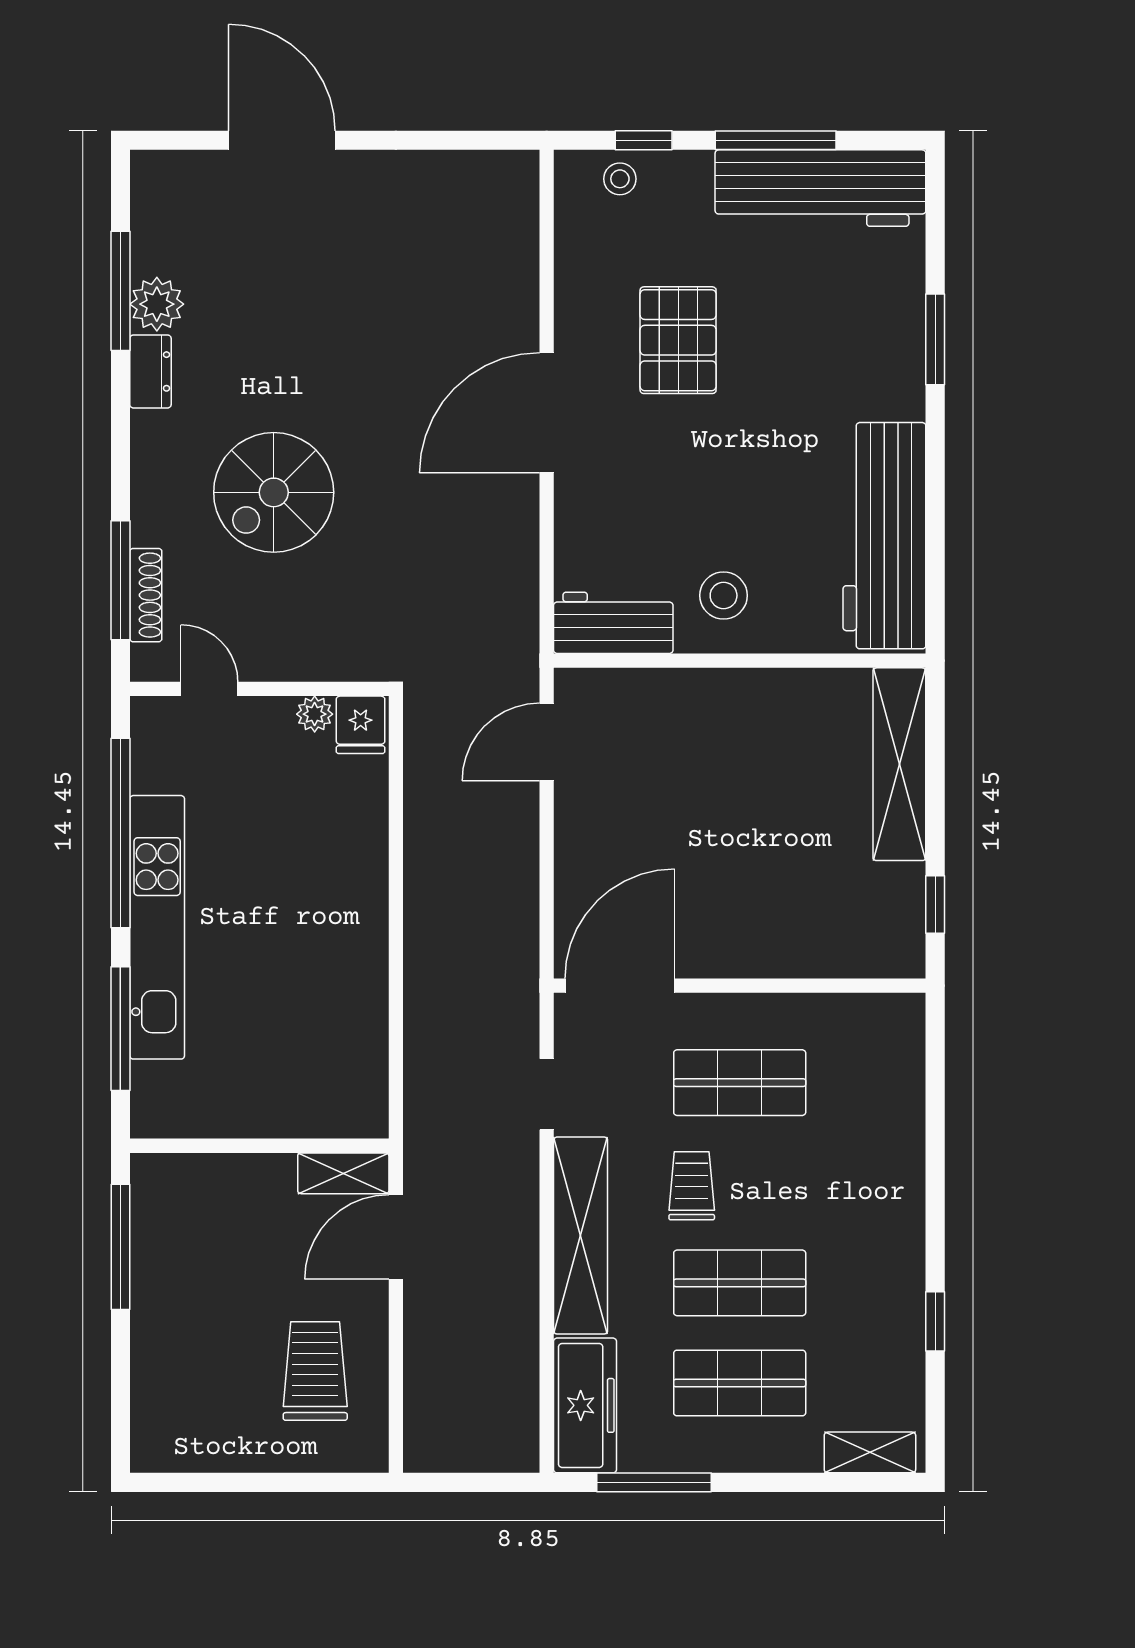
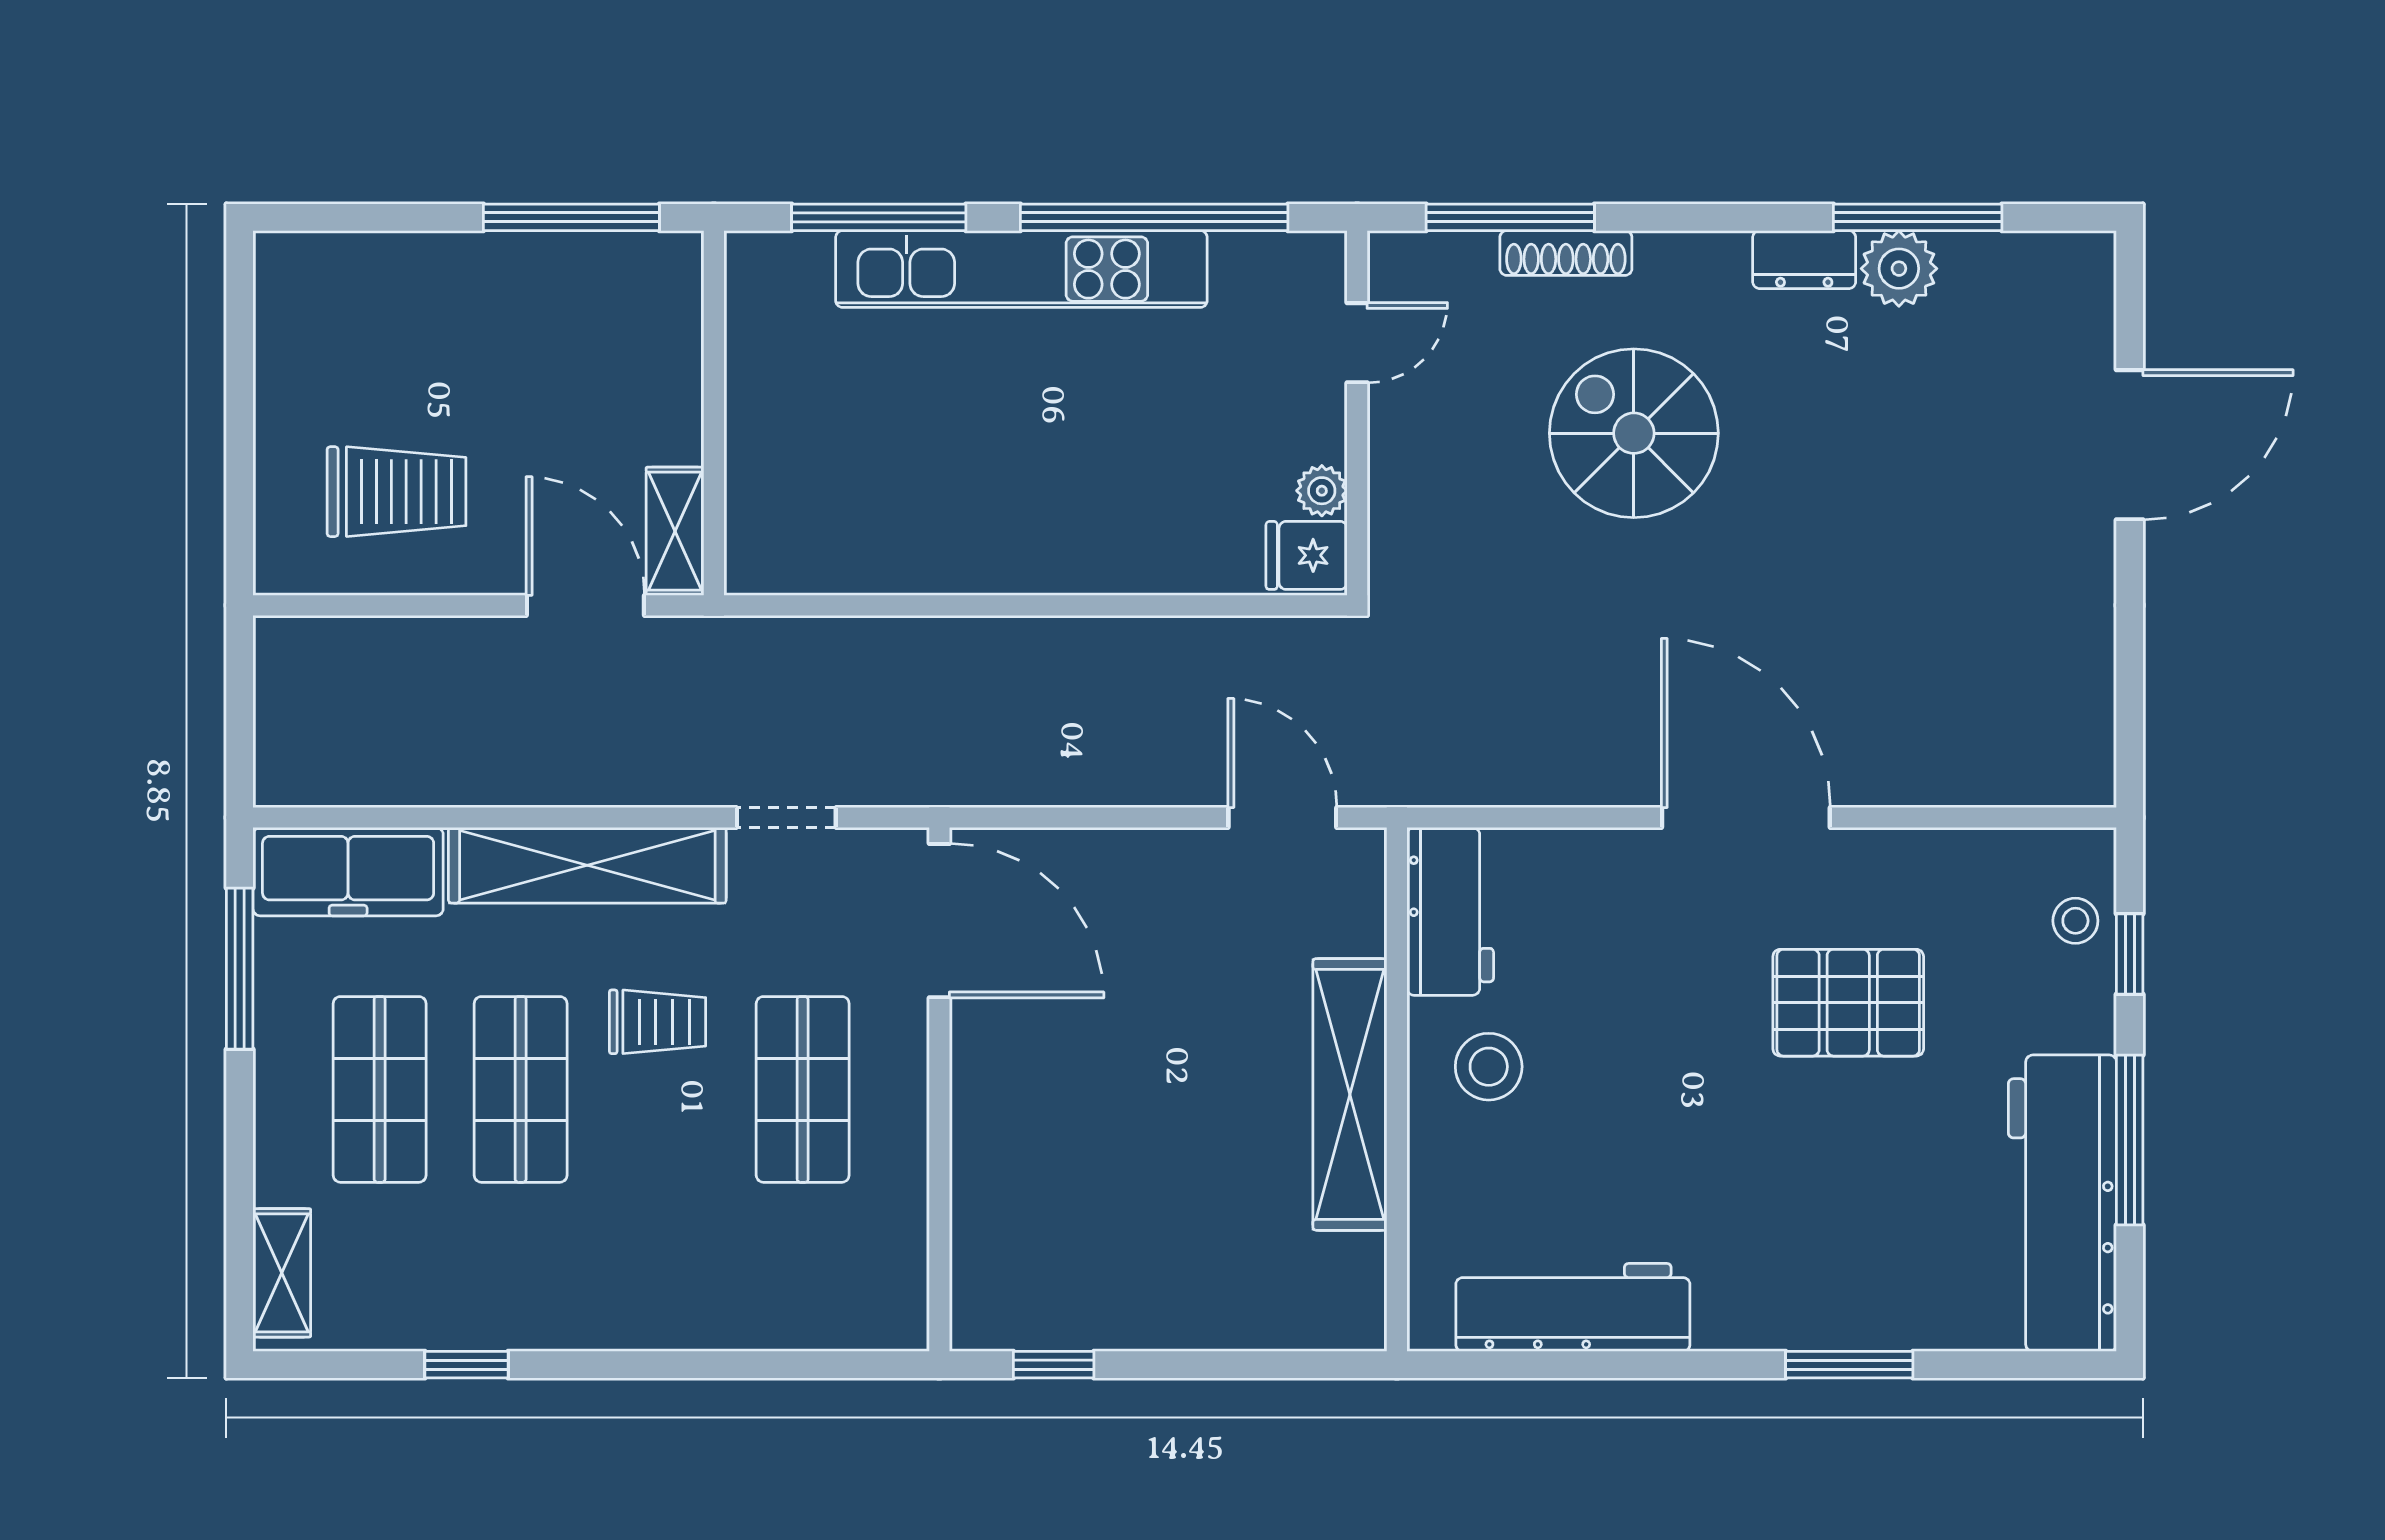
workbench: (884, 536) -> (1573, 1307), width x0.73, depth x0.76
shoe rack: (146, 595) -> (1566, 253), moved
shelving: (899, 764) -> (1350, 1094), moved, turned 90

